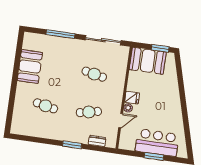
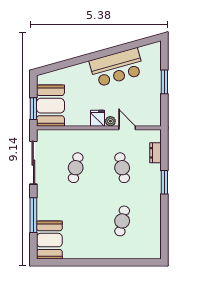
window: (160, 48) -> (33, 109), moved
booth: (30, 67) -> (49, 240), moved, turned 90
bar counter: (157, 143) -> (117, 67), moved, turned -106

